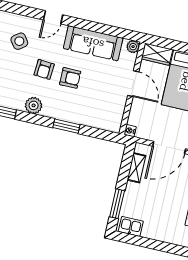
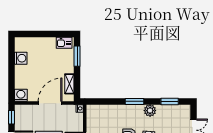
window: (66, 126) -> (135, 101), moved

